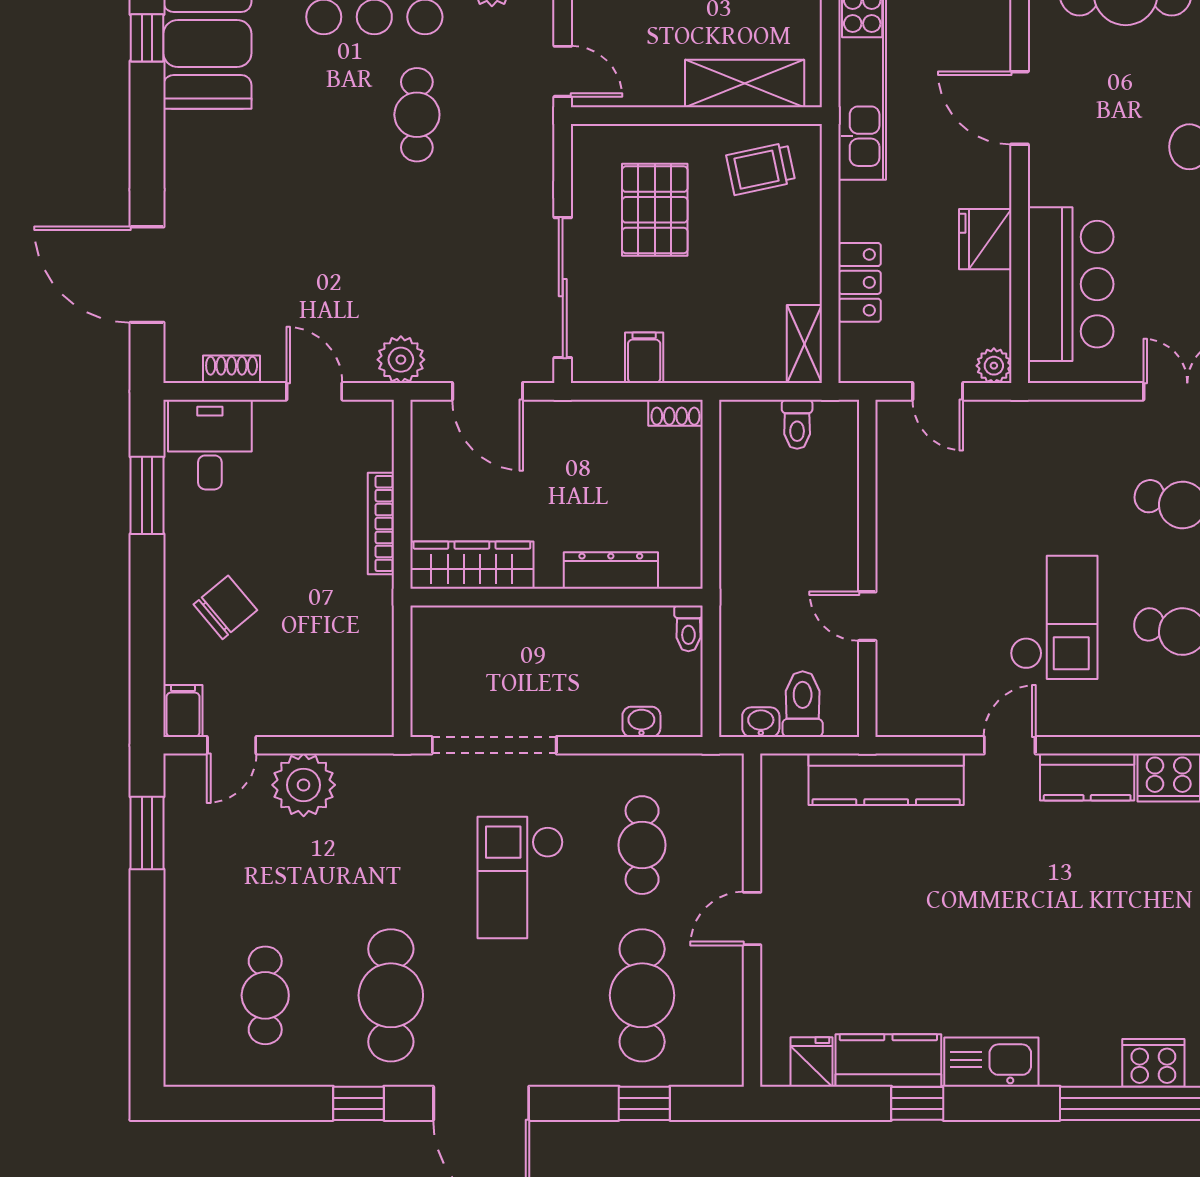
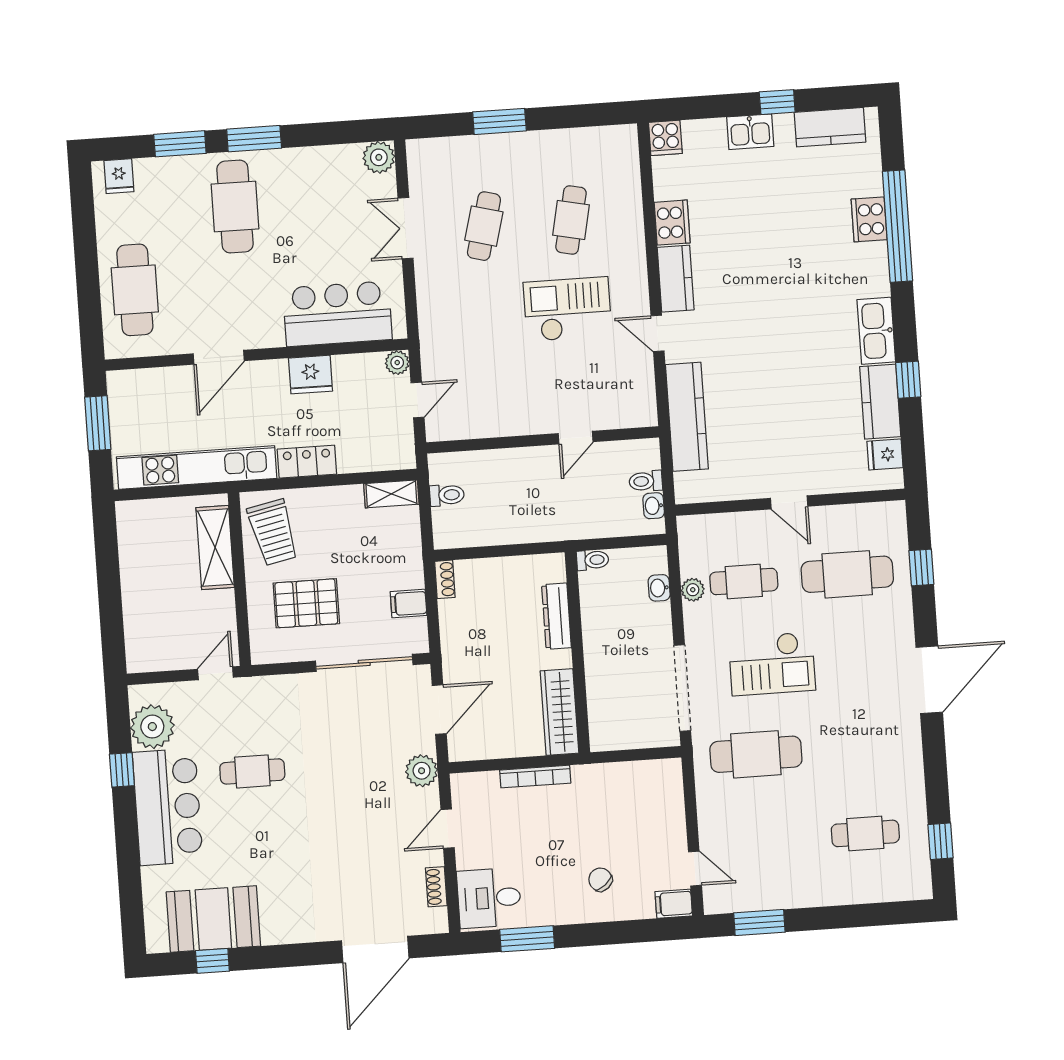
trolley: (761, 169) -> (273, 532), width x1.36, depth x1.39
locker: (860, 282) -> (307, 462), moved
chair: (225, 607) -> (600, 880), width x0.73, depth x0.73
toilet: (803, 704) -> (646, 481), width x0.73, depth x0.72
plant: (304, 785) -> (693, 590), moved, width x0.53, depth x0.53
cafe table: (391, 995) -> (756, 754), moved
window: (358, 1103) -> (941, 841), moved

